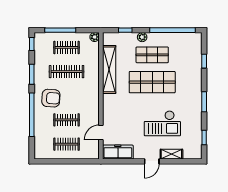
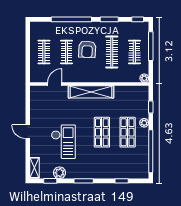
shelving: (109, 69) -> (91, 92), moved
shop shelf: (152, 82) -> (102, 132), width x0.70, depth x0.74
armchair: (51, 98) -> (87, 49), moved
checkout: (162, 123) -> (63, 142), turned 180
plant: (195, 127) -> (60, 173), added
door: (101, 132) -> (55, 84), hinge flipped
freezer: (118, 152) -> (36, 100), removed
shelving: (171, 154) -> (34, 168), moved

